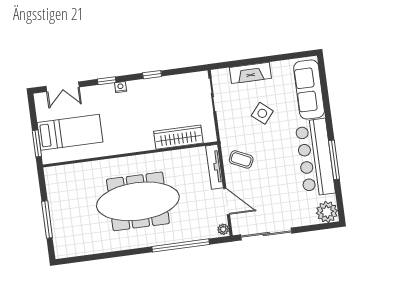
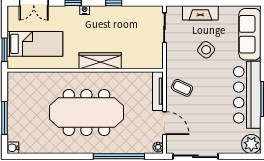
wardrobe: (178, 137) -> (100, 61), moved
water cooler: (61, 252) -> (13, 148), added

